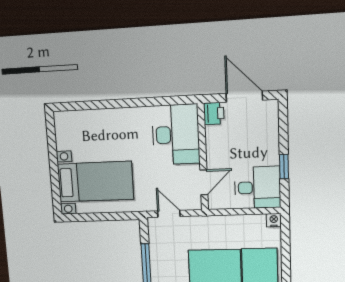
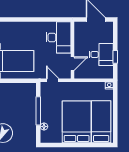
printer: (214, 113) -> (79, 27), removed
desk: (258, 187) -> (101, 54), moved

